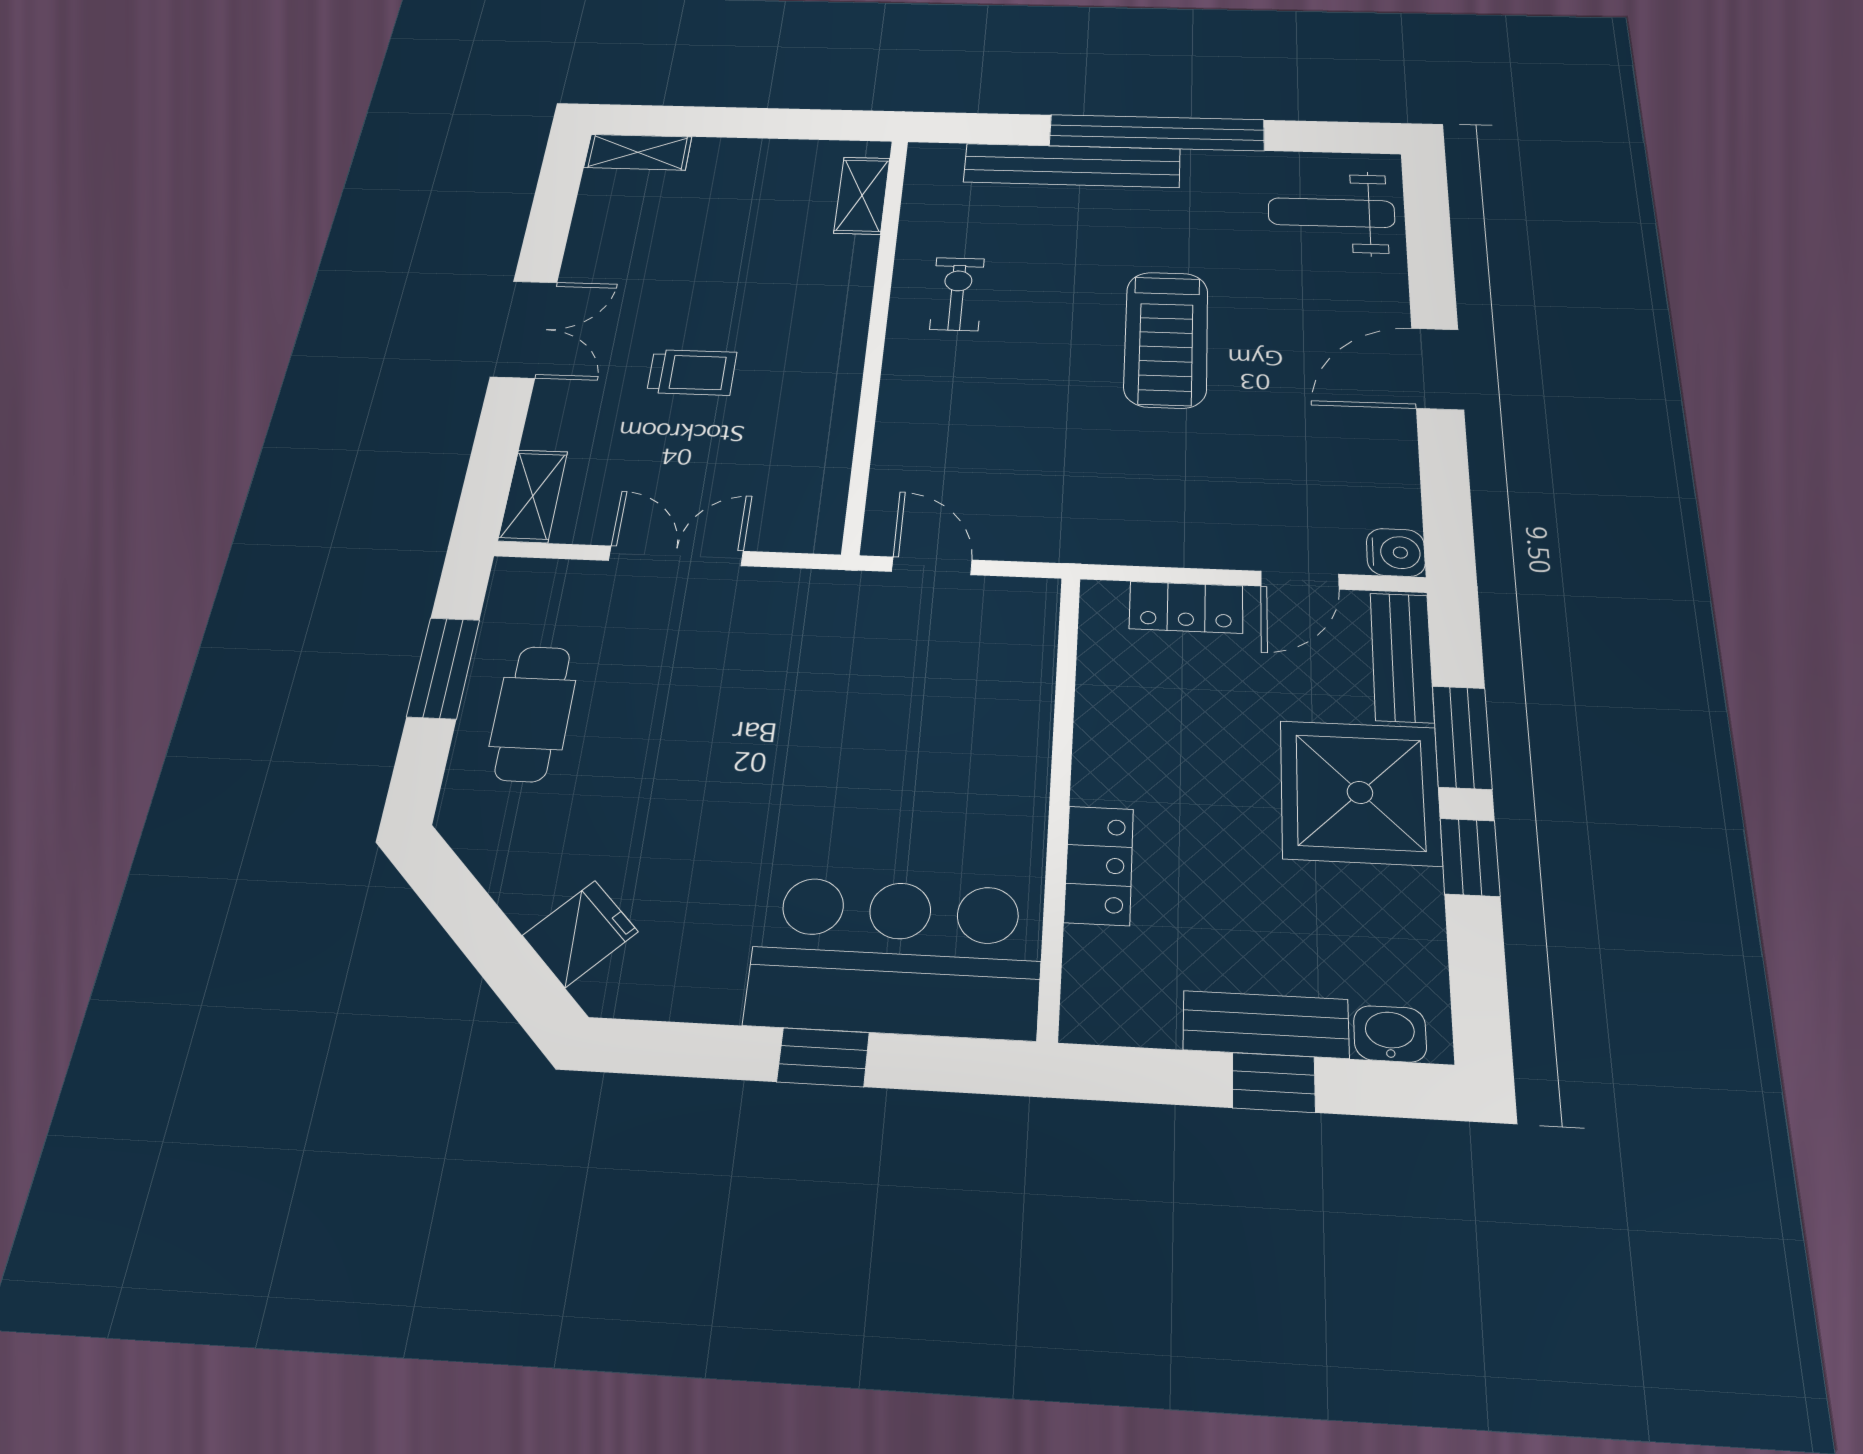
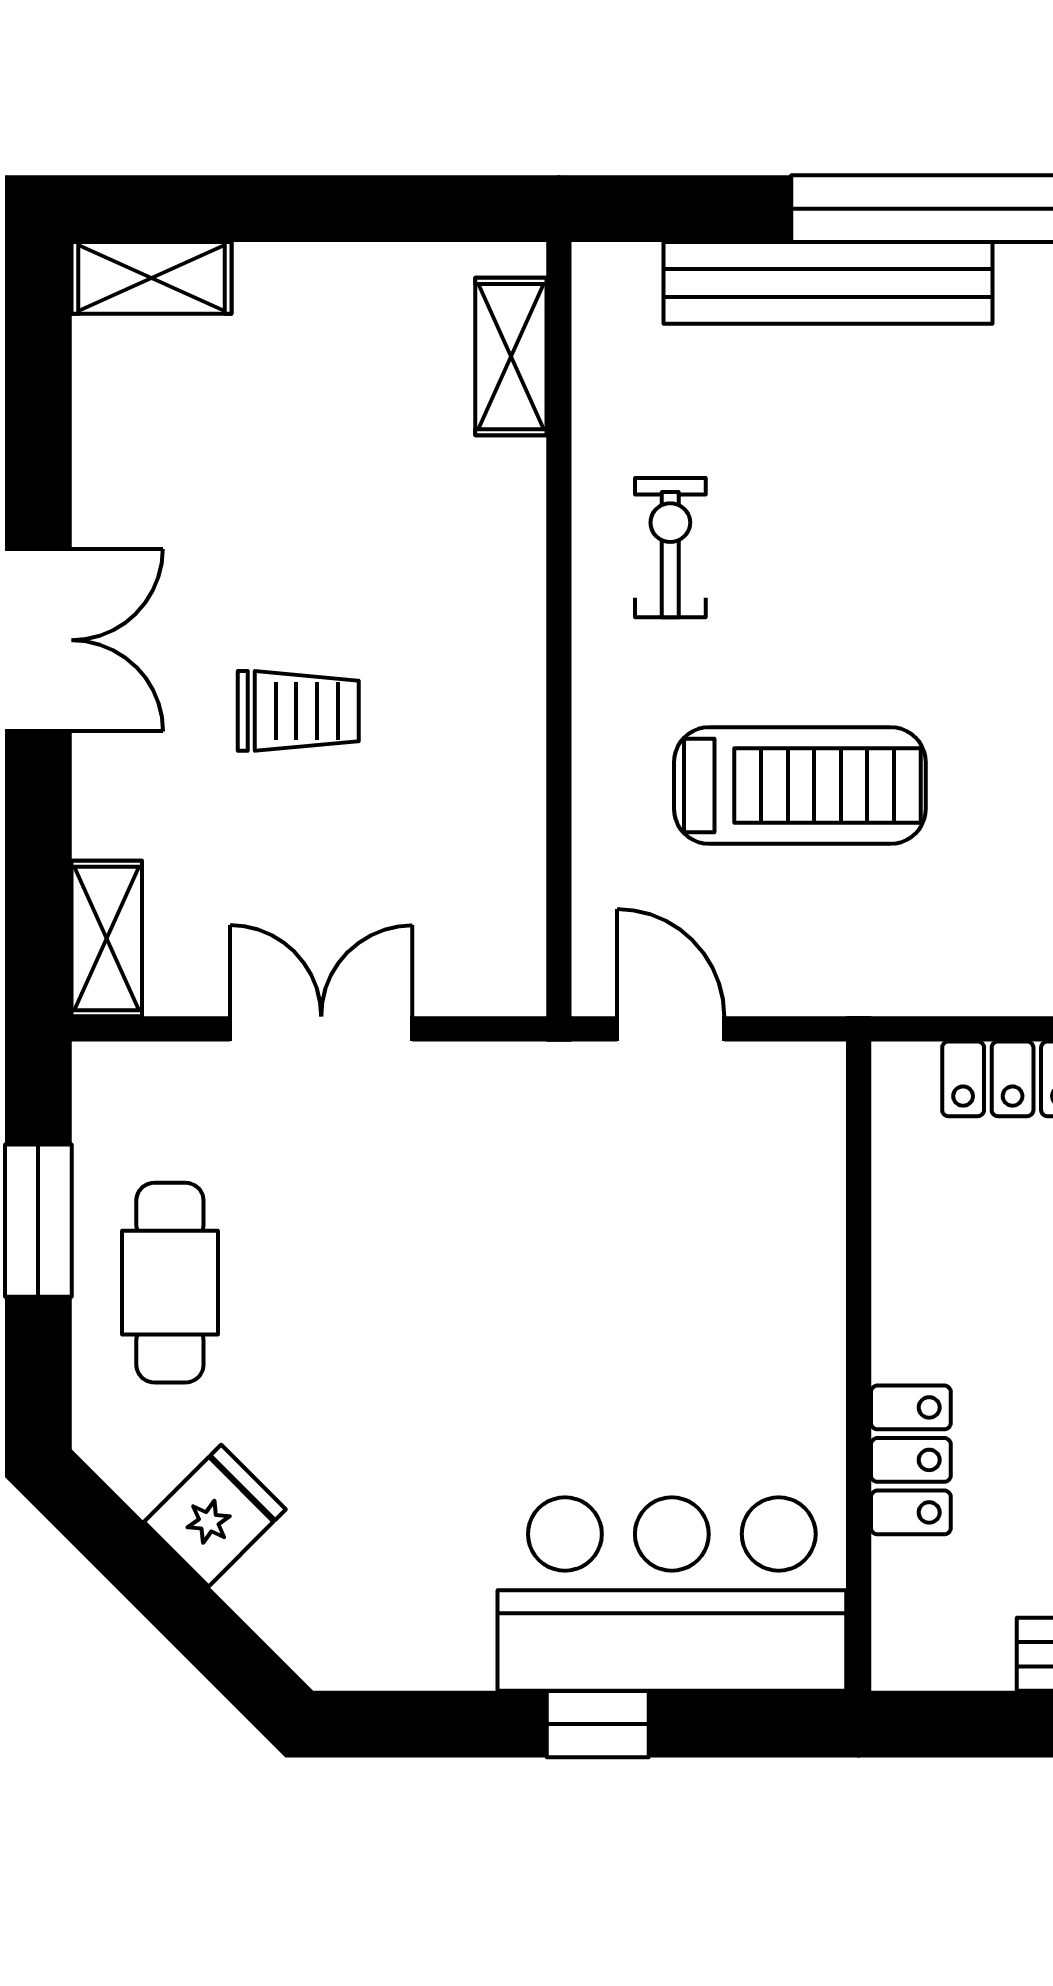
treadmill: (1166, 339) -> (800, 786), moved, turned -90
fridge: (580, 934) -> (215, 1516), moved

